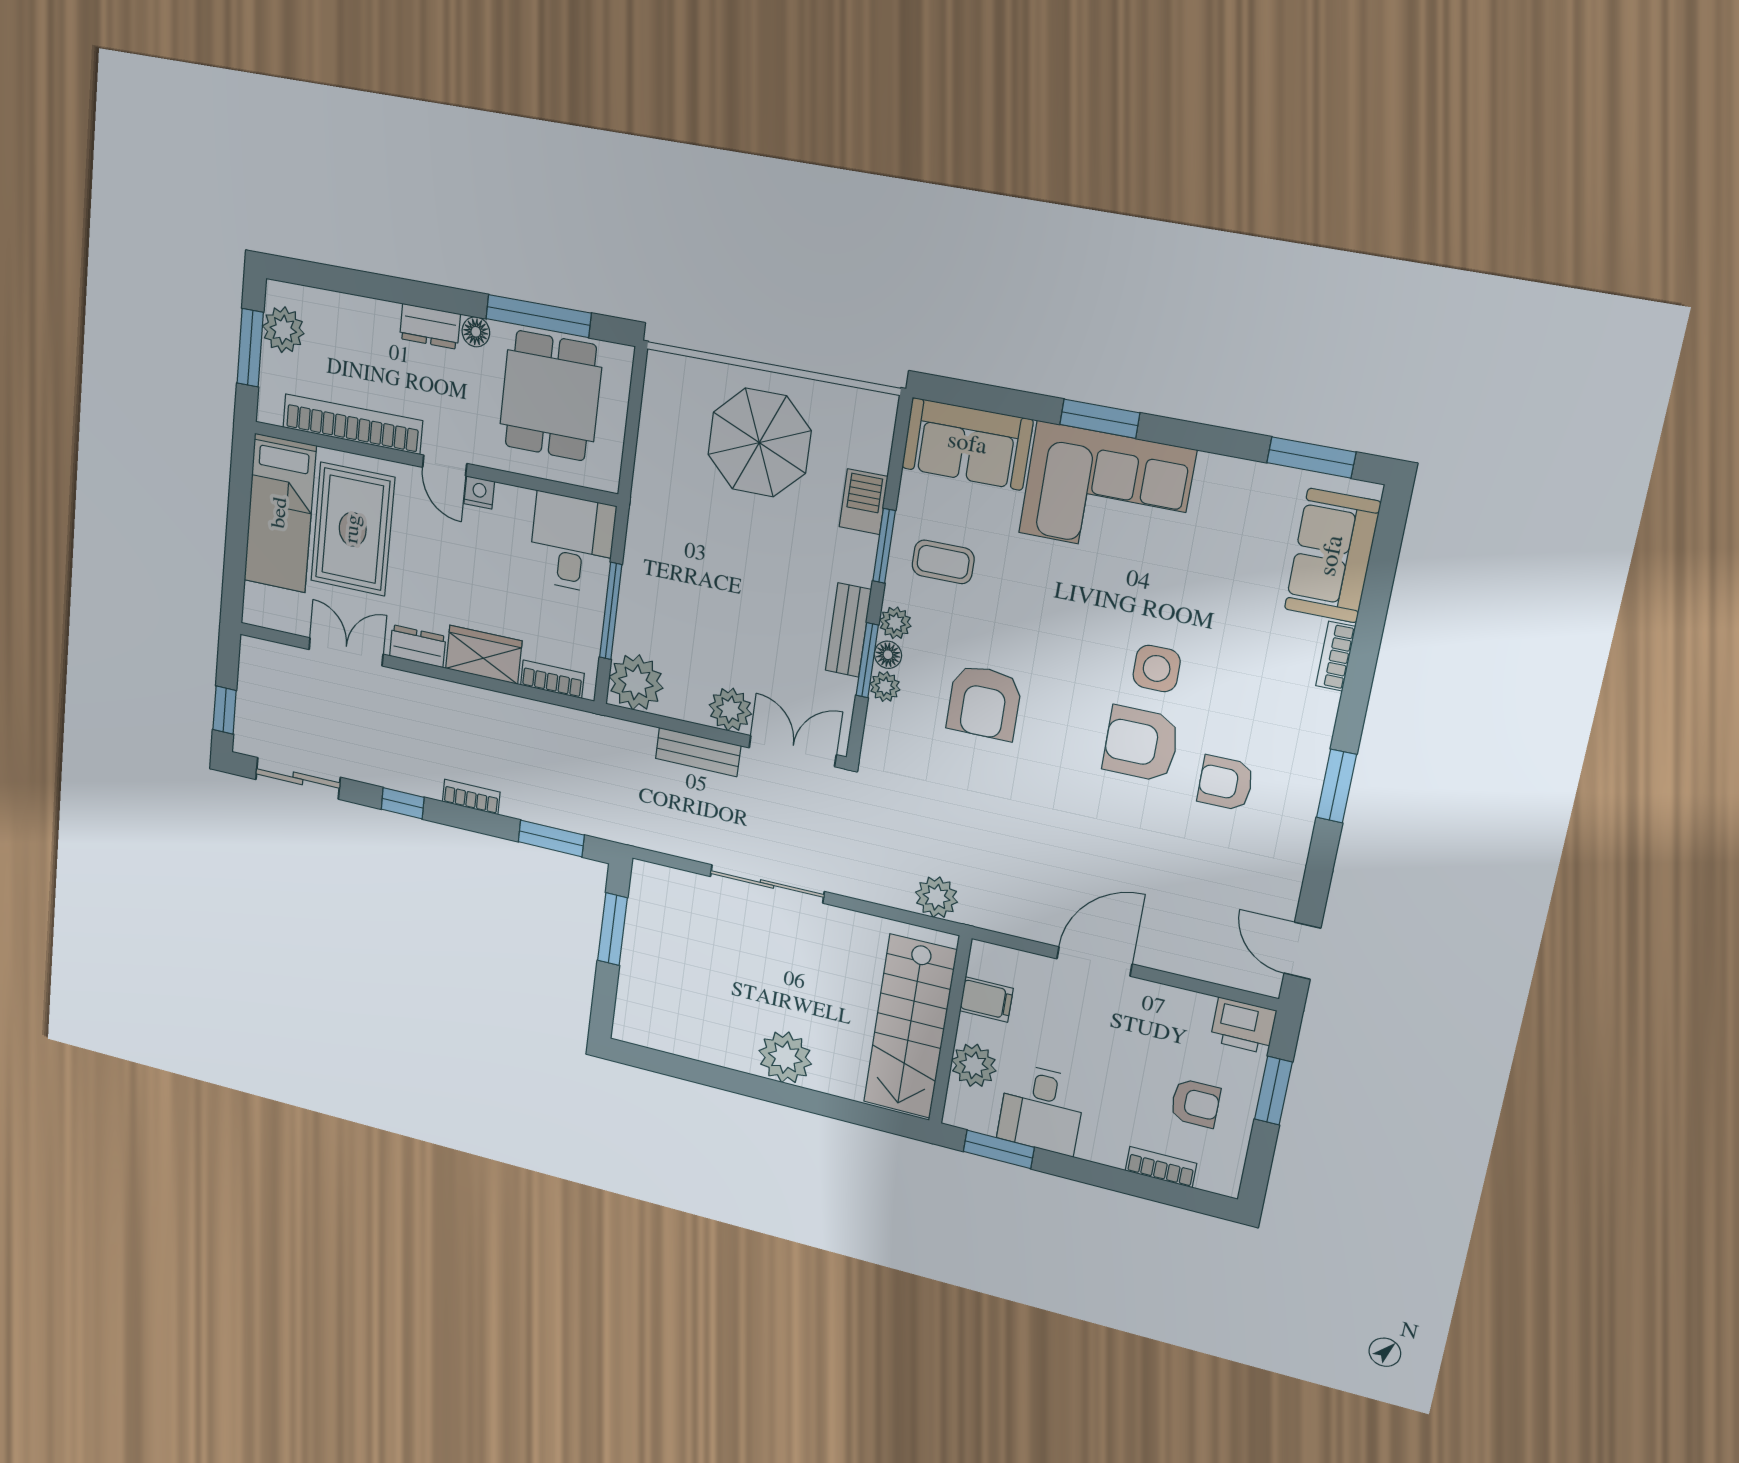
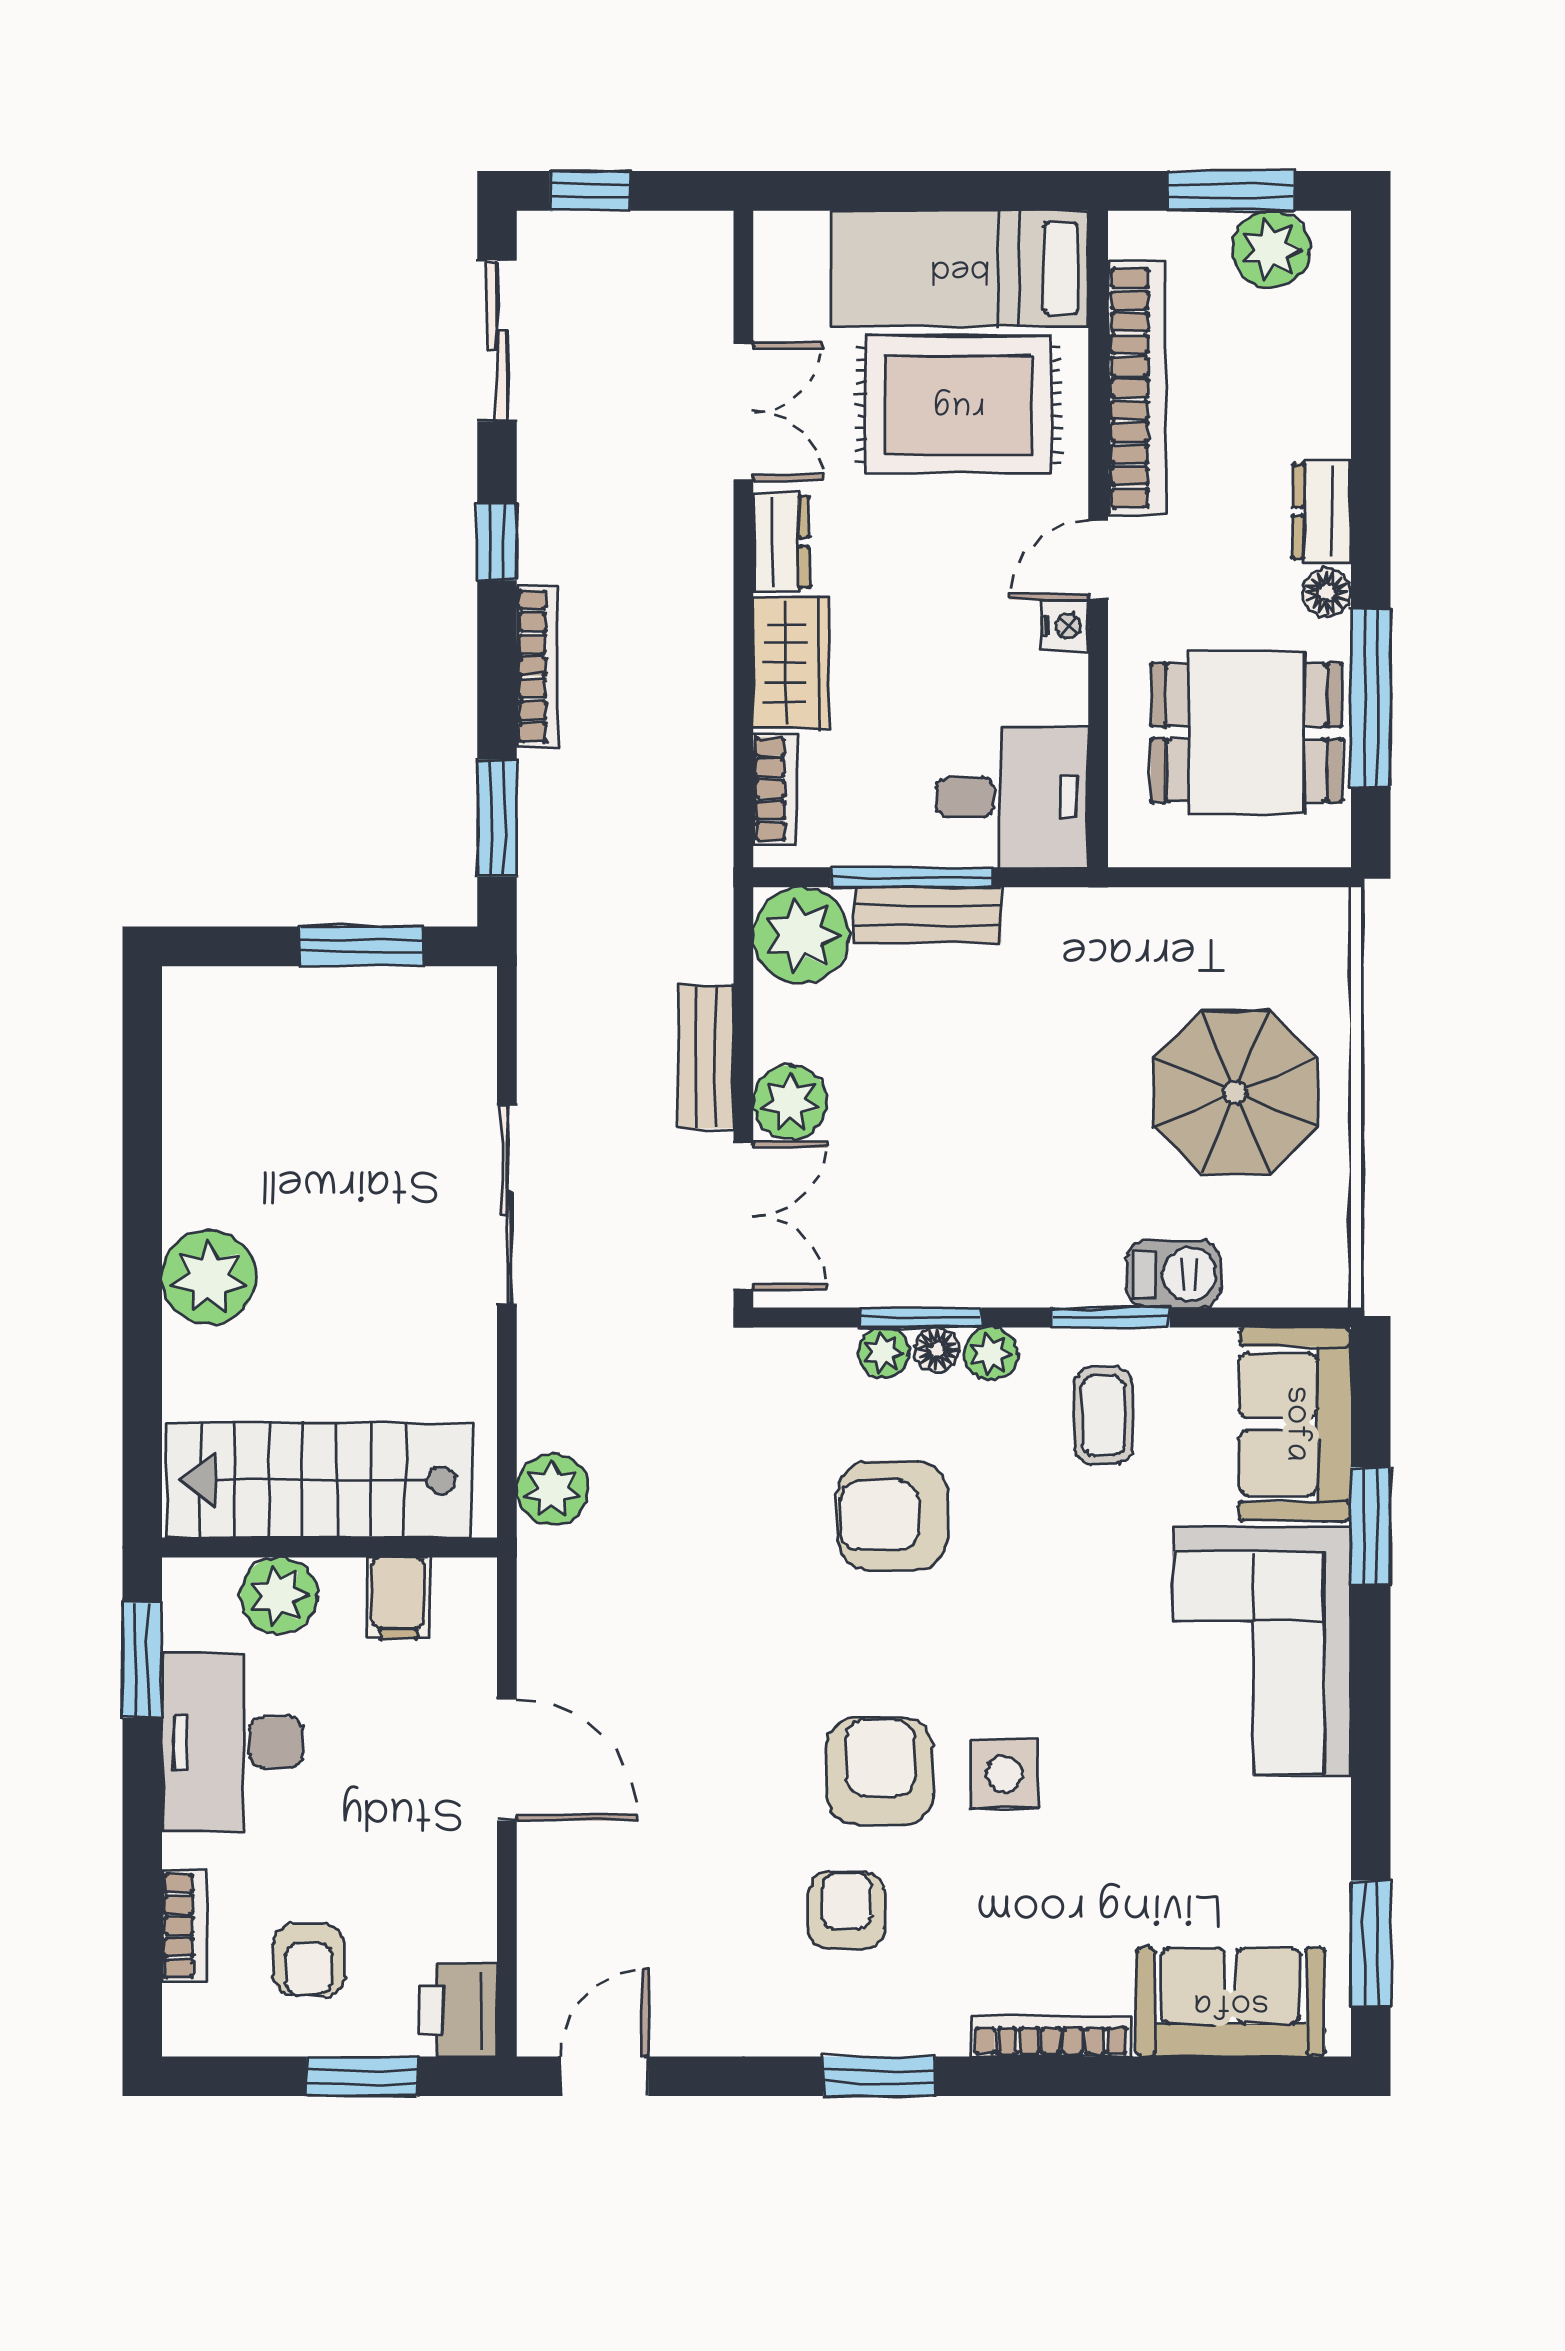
window: (1100, 419) -> (1371, 1526), moved
bench: (848, 630) -> (928, 915), moved
bookcase: (1336, 656) -> (1051, 2036), width x1.56
bookcase: (471, 797) -> (537, 666), width x1.56
desk: (1041, 1109) -> (232, 1742), width x1.37

